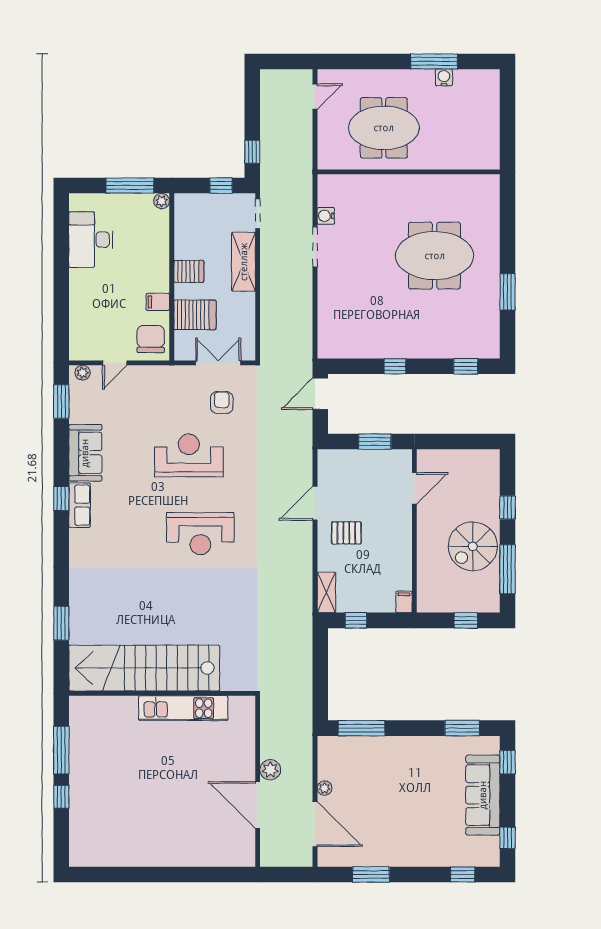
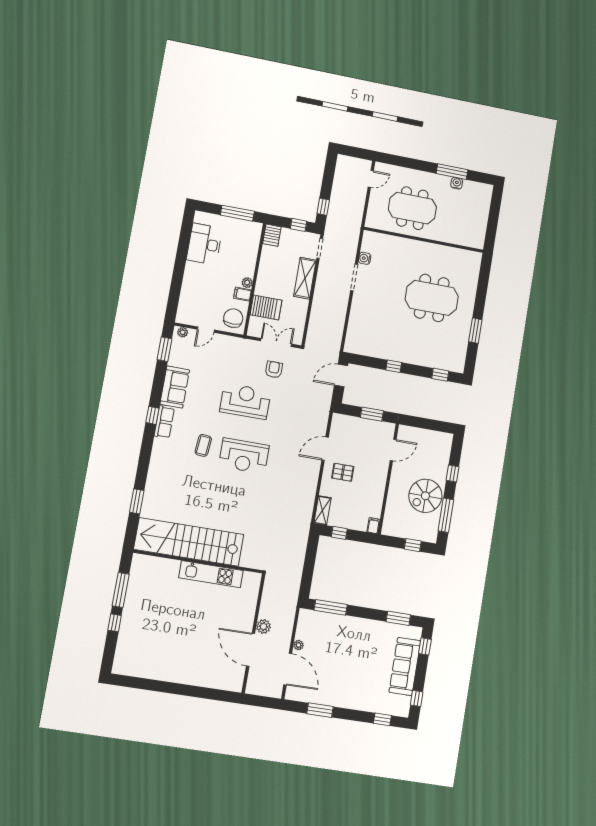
plant: (162, 201) -> (247, 283), moved
server rack: (189, 271) -> (272, 235), moved, turned 90
coffee table: (140, 529) -> (203, 445), added

